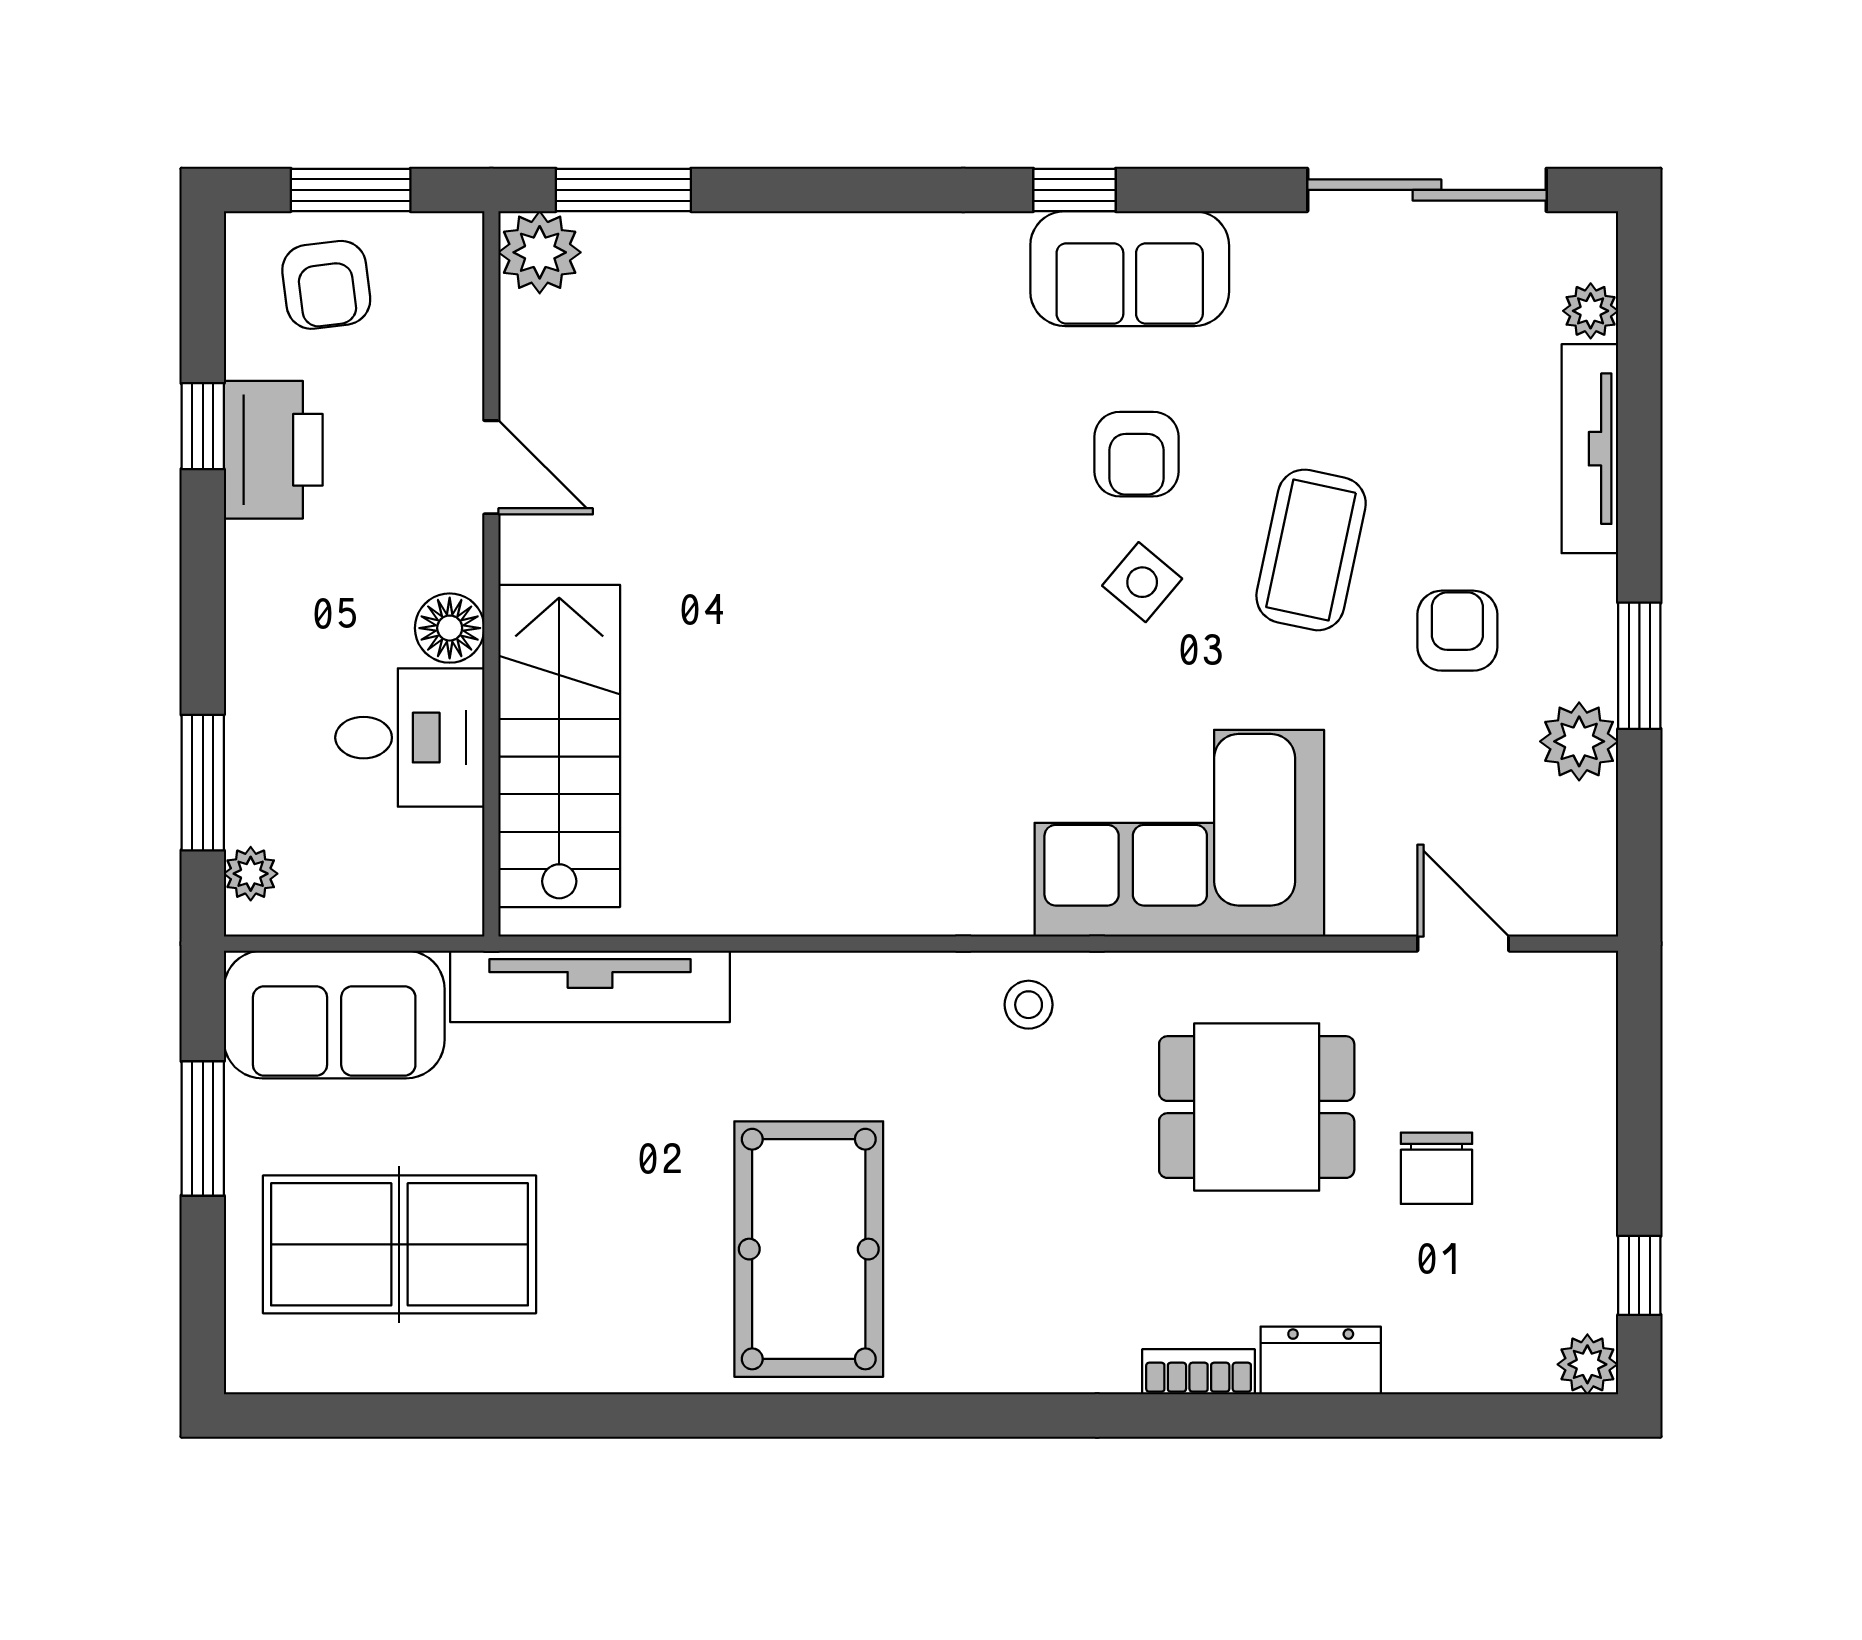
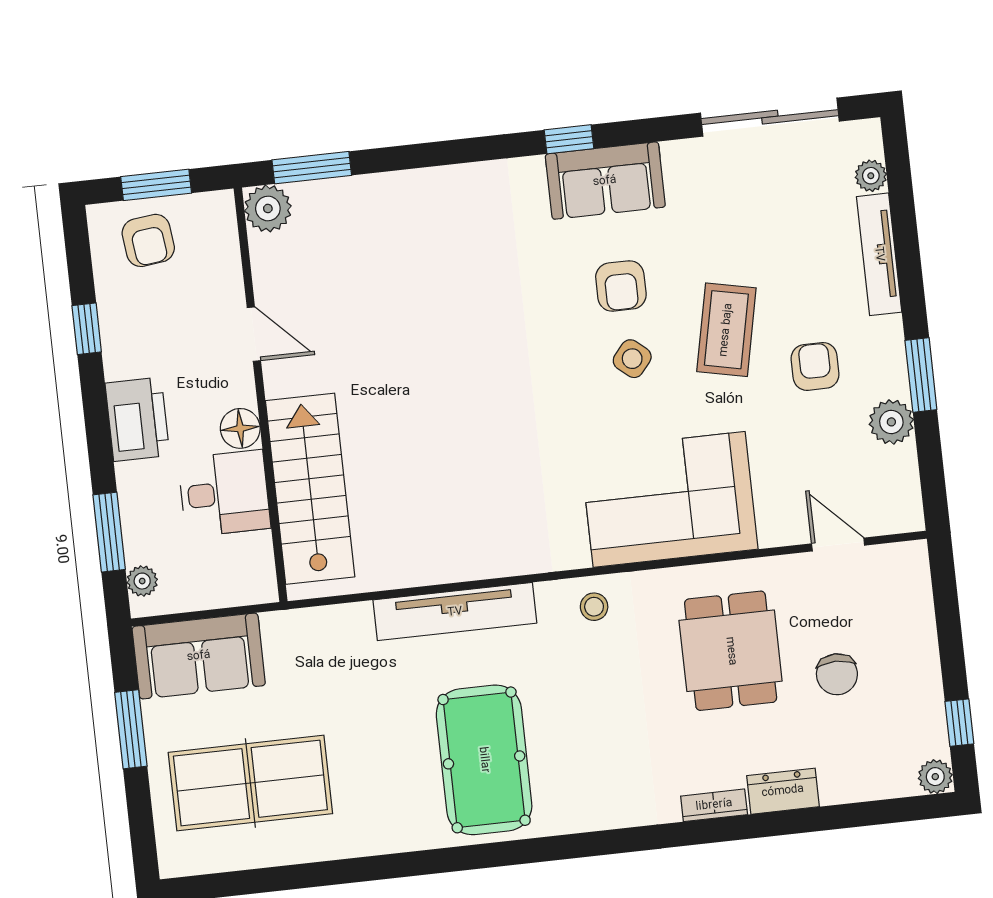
printer: (273, 450) -> (137, 419), moved
tv unit: (590, 986) -> (455, 612), moved
dining table: (1257, 1107) -> (731, 651), turned 90

